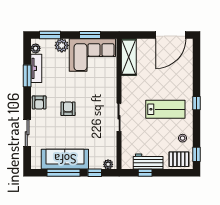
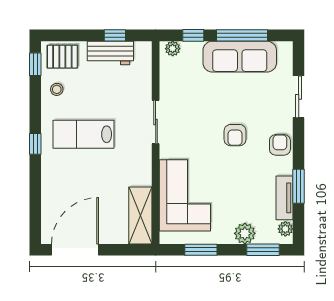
corner sofa: (92, 55) -> (185, 195), moved, turned 90

